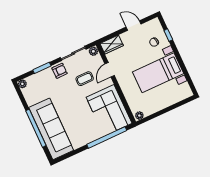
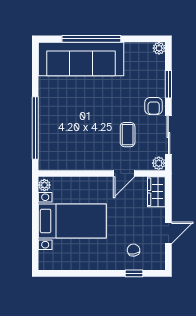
door: (110, 70) -> (124, 174), swing flipped
bed with nightstands: (158, 73) -> (72, 221), moved, turned 90
corner sofa: (109, 110) -> (70, 148), removed

